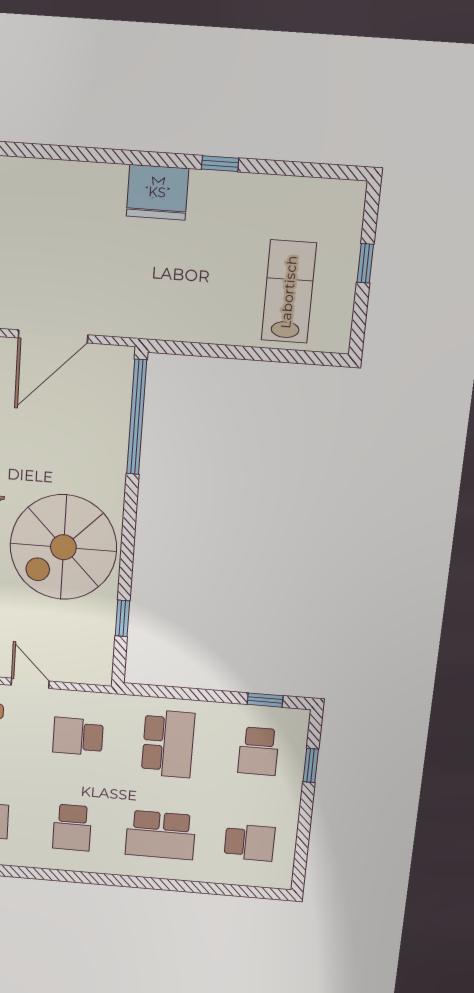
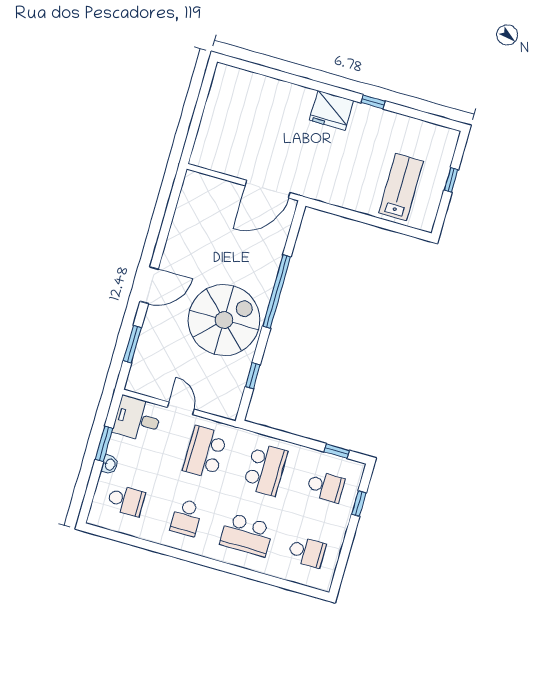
door: (53, 336) -> (268, 189), moved
window: (137, 417) -> (277, 292), moved
spiral stairs: (63, 547) -> (224, 320), turned 180
school desk: (78, 736) -> (205, 452), width x1.85
school desk: (258, 751) -> (325, 487), turned -90

